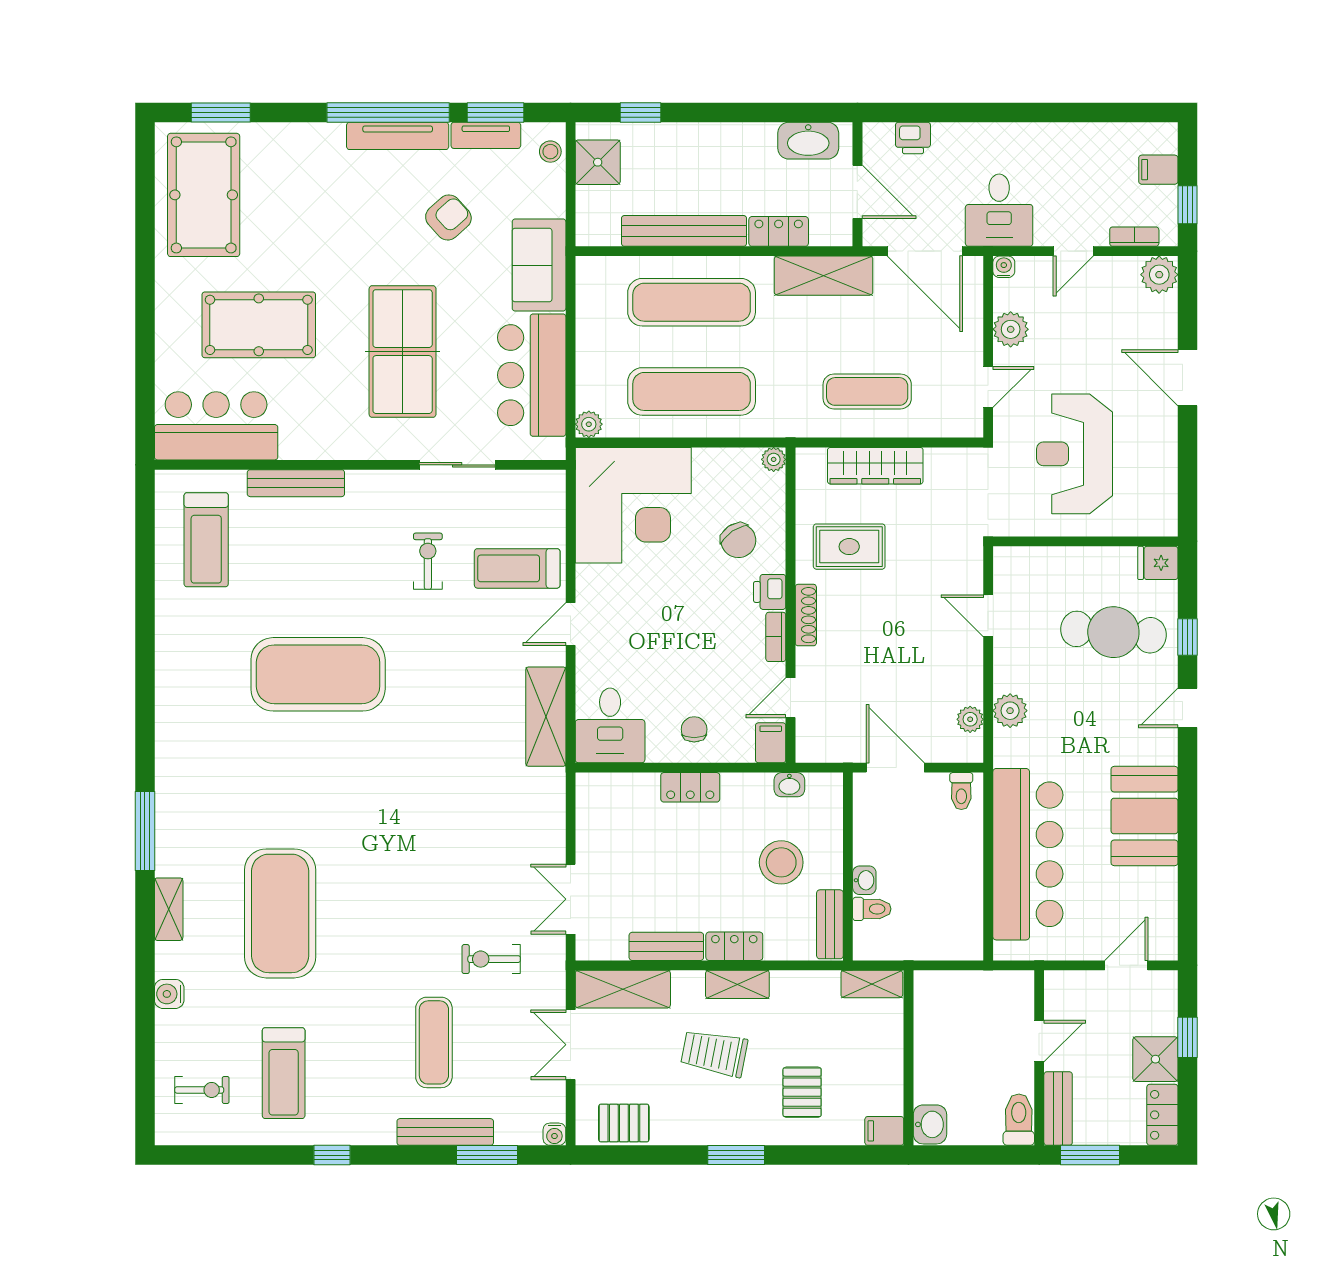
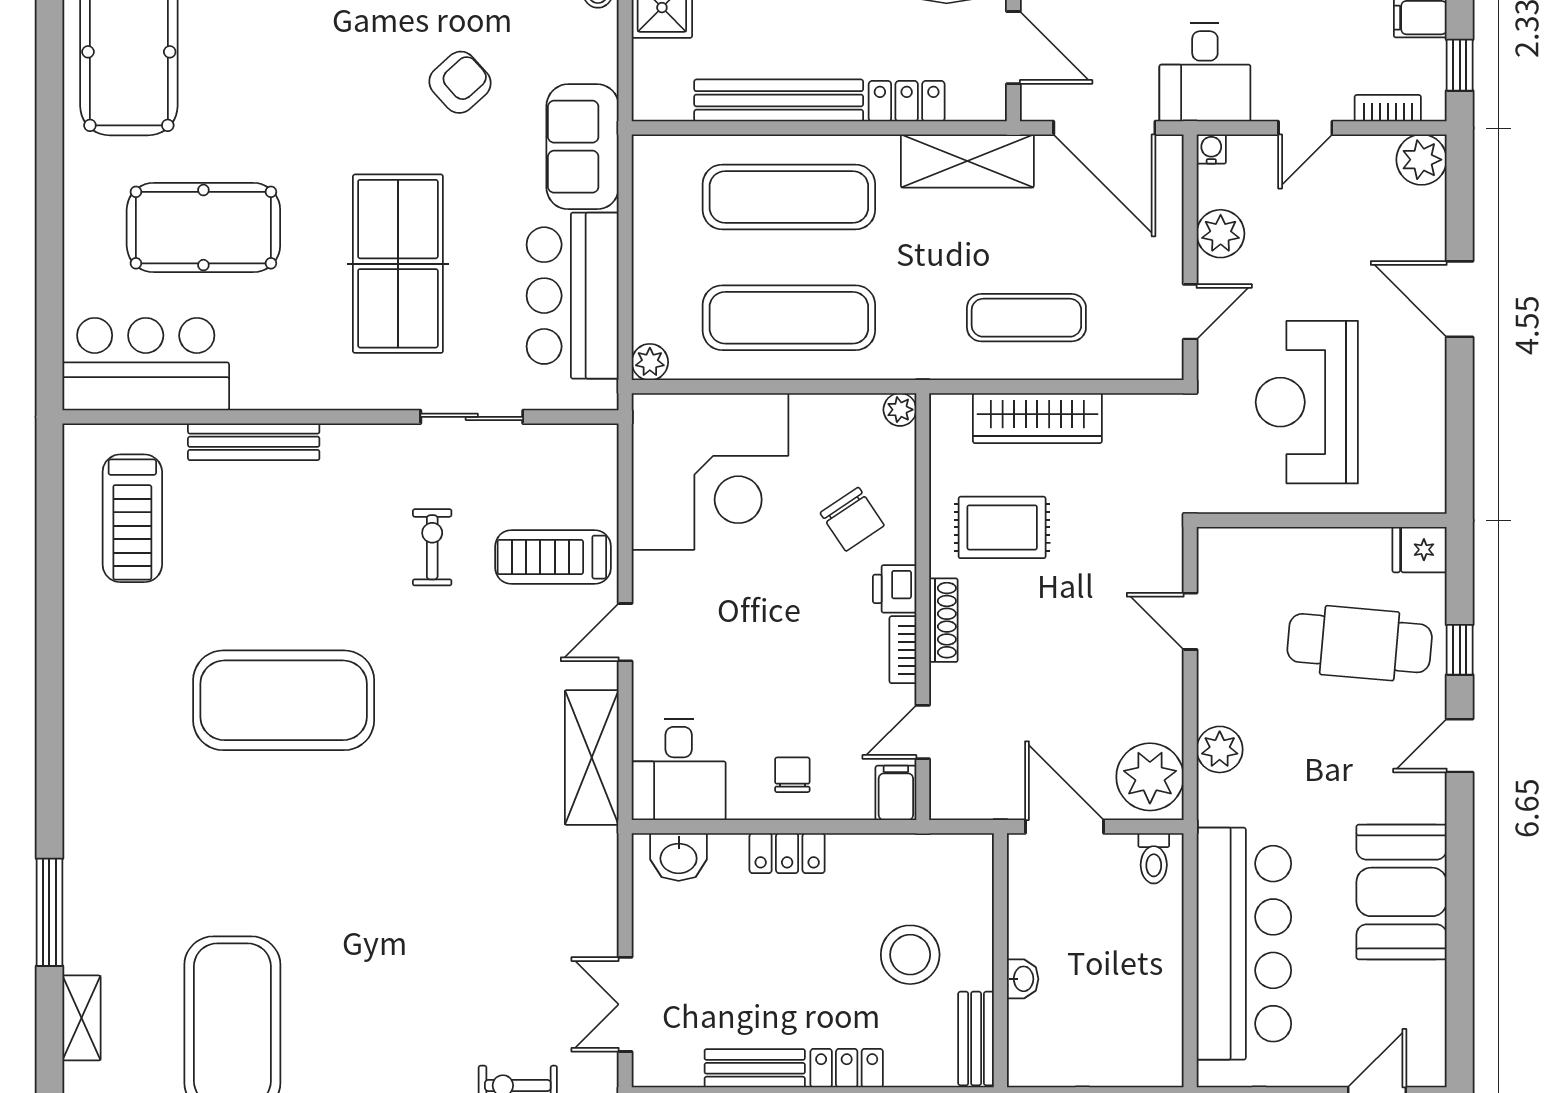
plant: (970, 719) -> (1150, 777), width x1.87, depth x1.87
washbasin: (789, 785) -> (679, 857), moved, width x1.38, depth x1.45
toilet: (872, 909) -> (1033, 1018), removed

